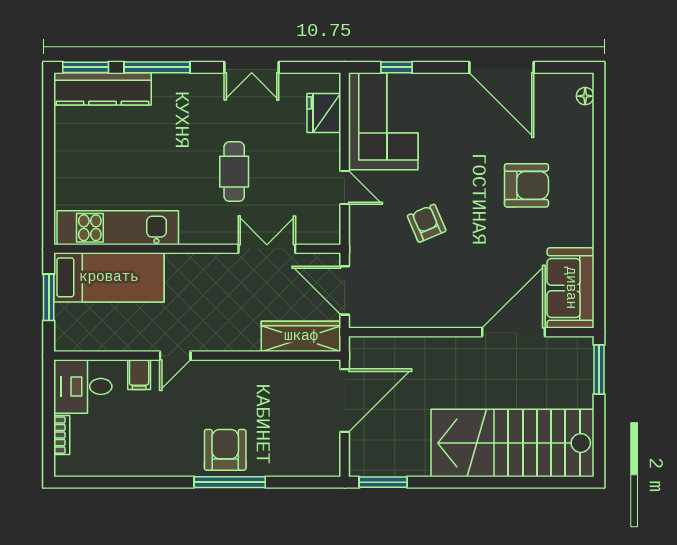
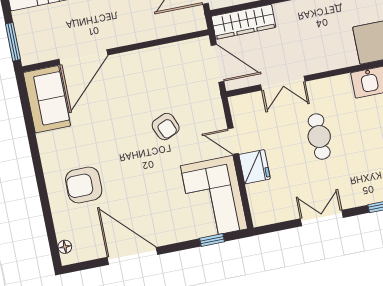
fridge: (324, 113) -> (255, 167), moved
armchair: (526, 185) -> (84, 185), moved

